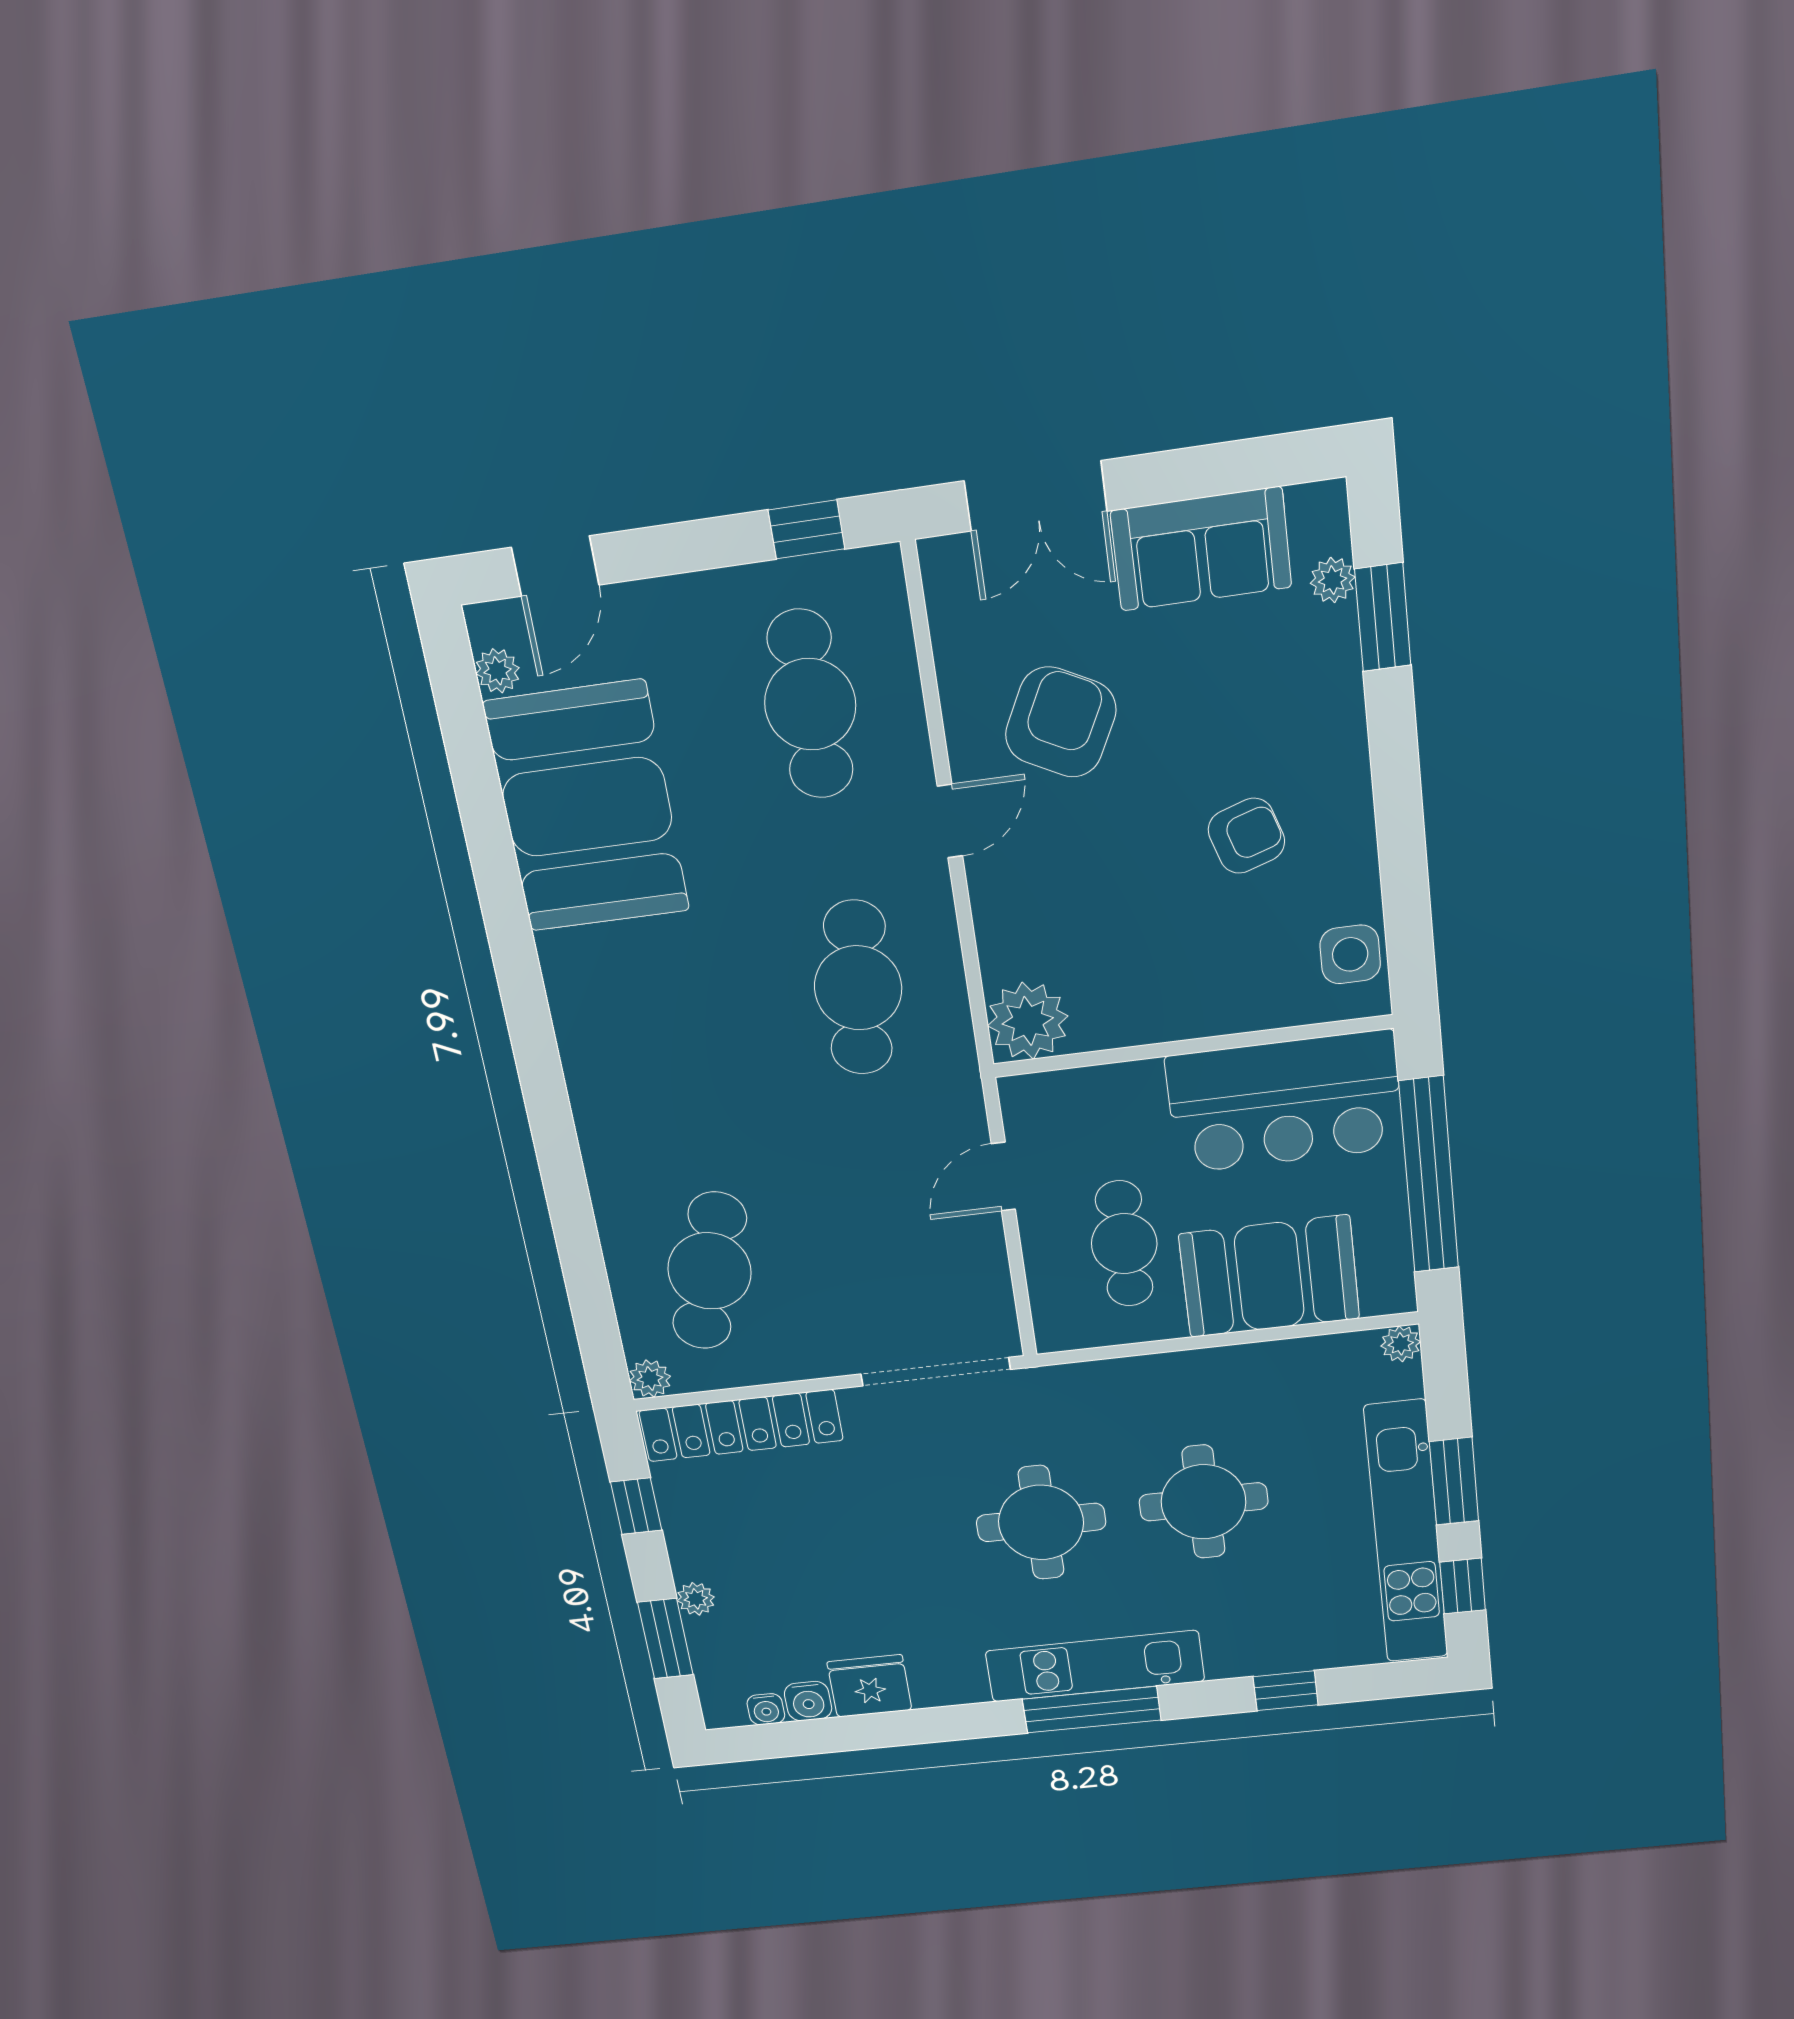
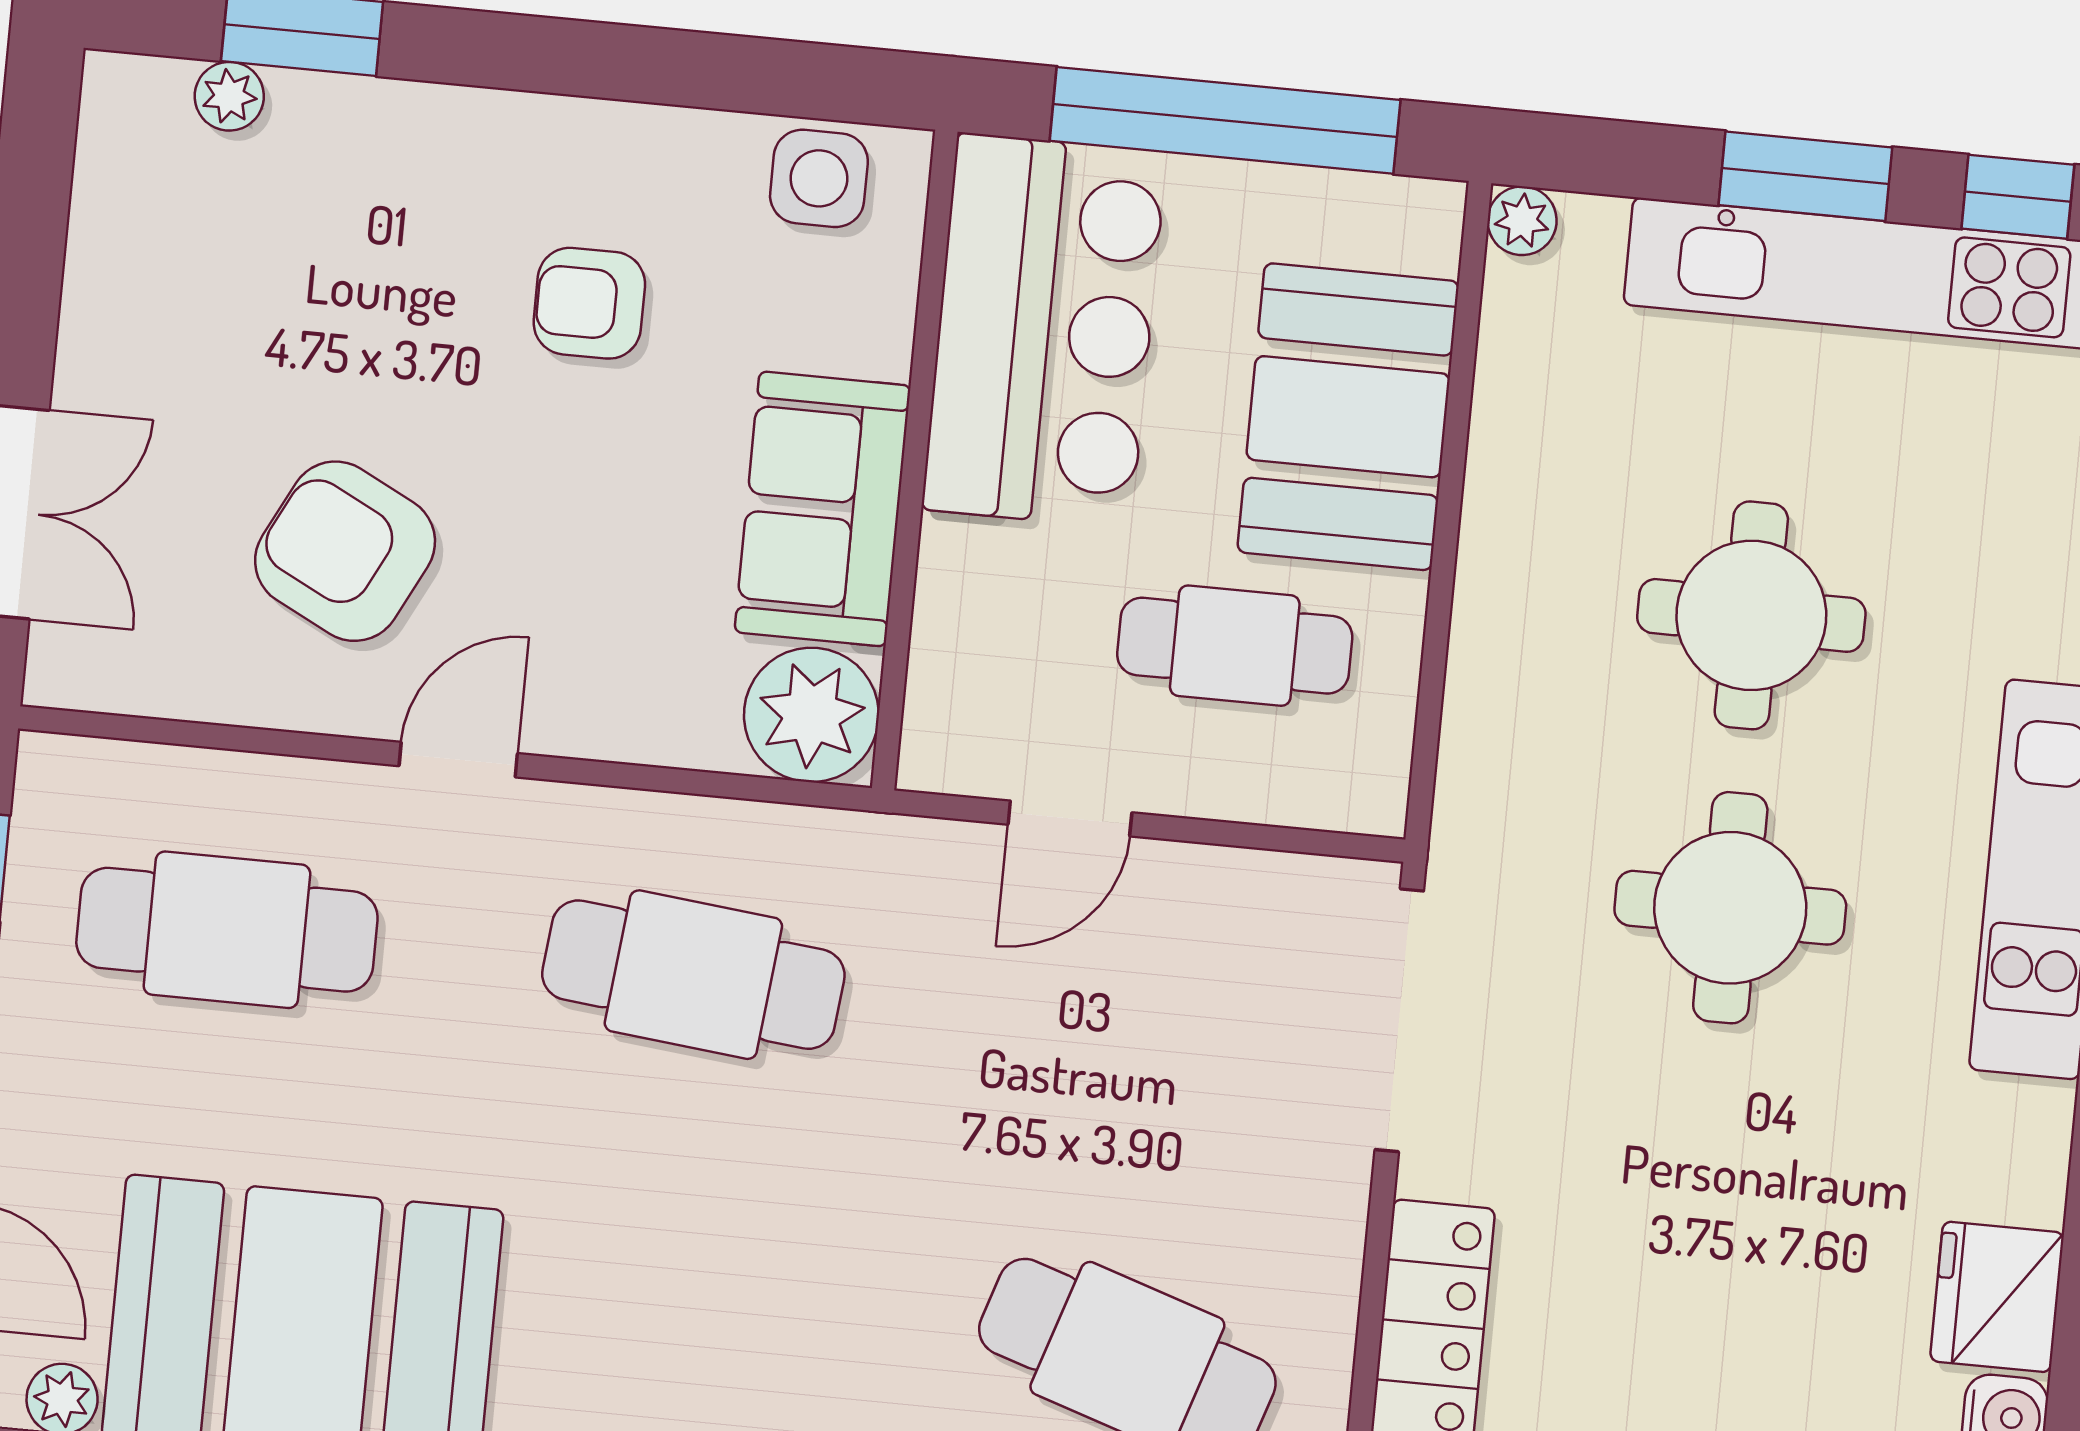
sofa: (1201, 549) -> (823, 509), moved, turned 180
door: (950, 821) -> (458, 760), hinge flipped
armchair: (1246, 836) -> (589, 303), turned -72
door: (1003, 1177) -> (1070, 819), hinge flipped

